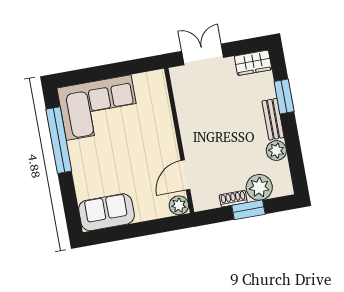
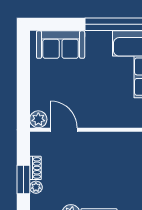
plant: (259, 187) -> (36, 187), width x0.53, depth x0.53
sofa: (106, 212) -> (61, 45), moved, turned 90

